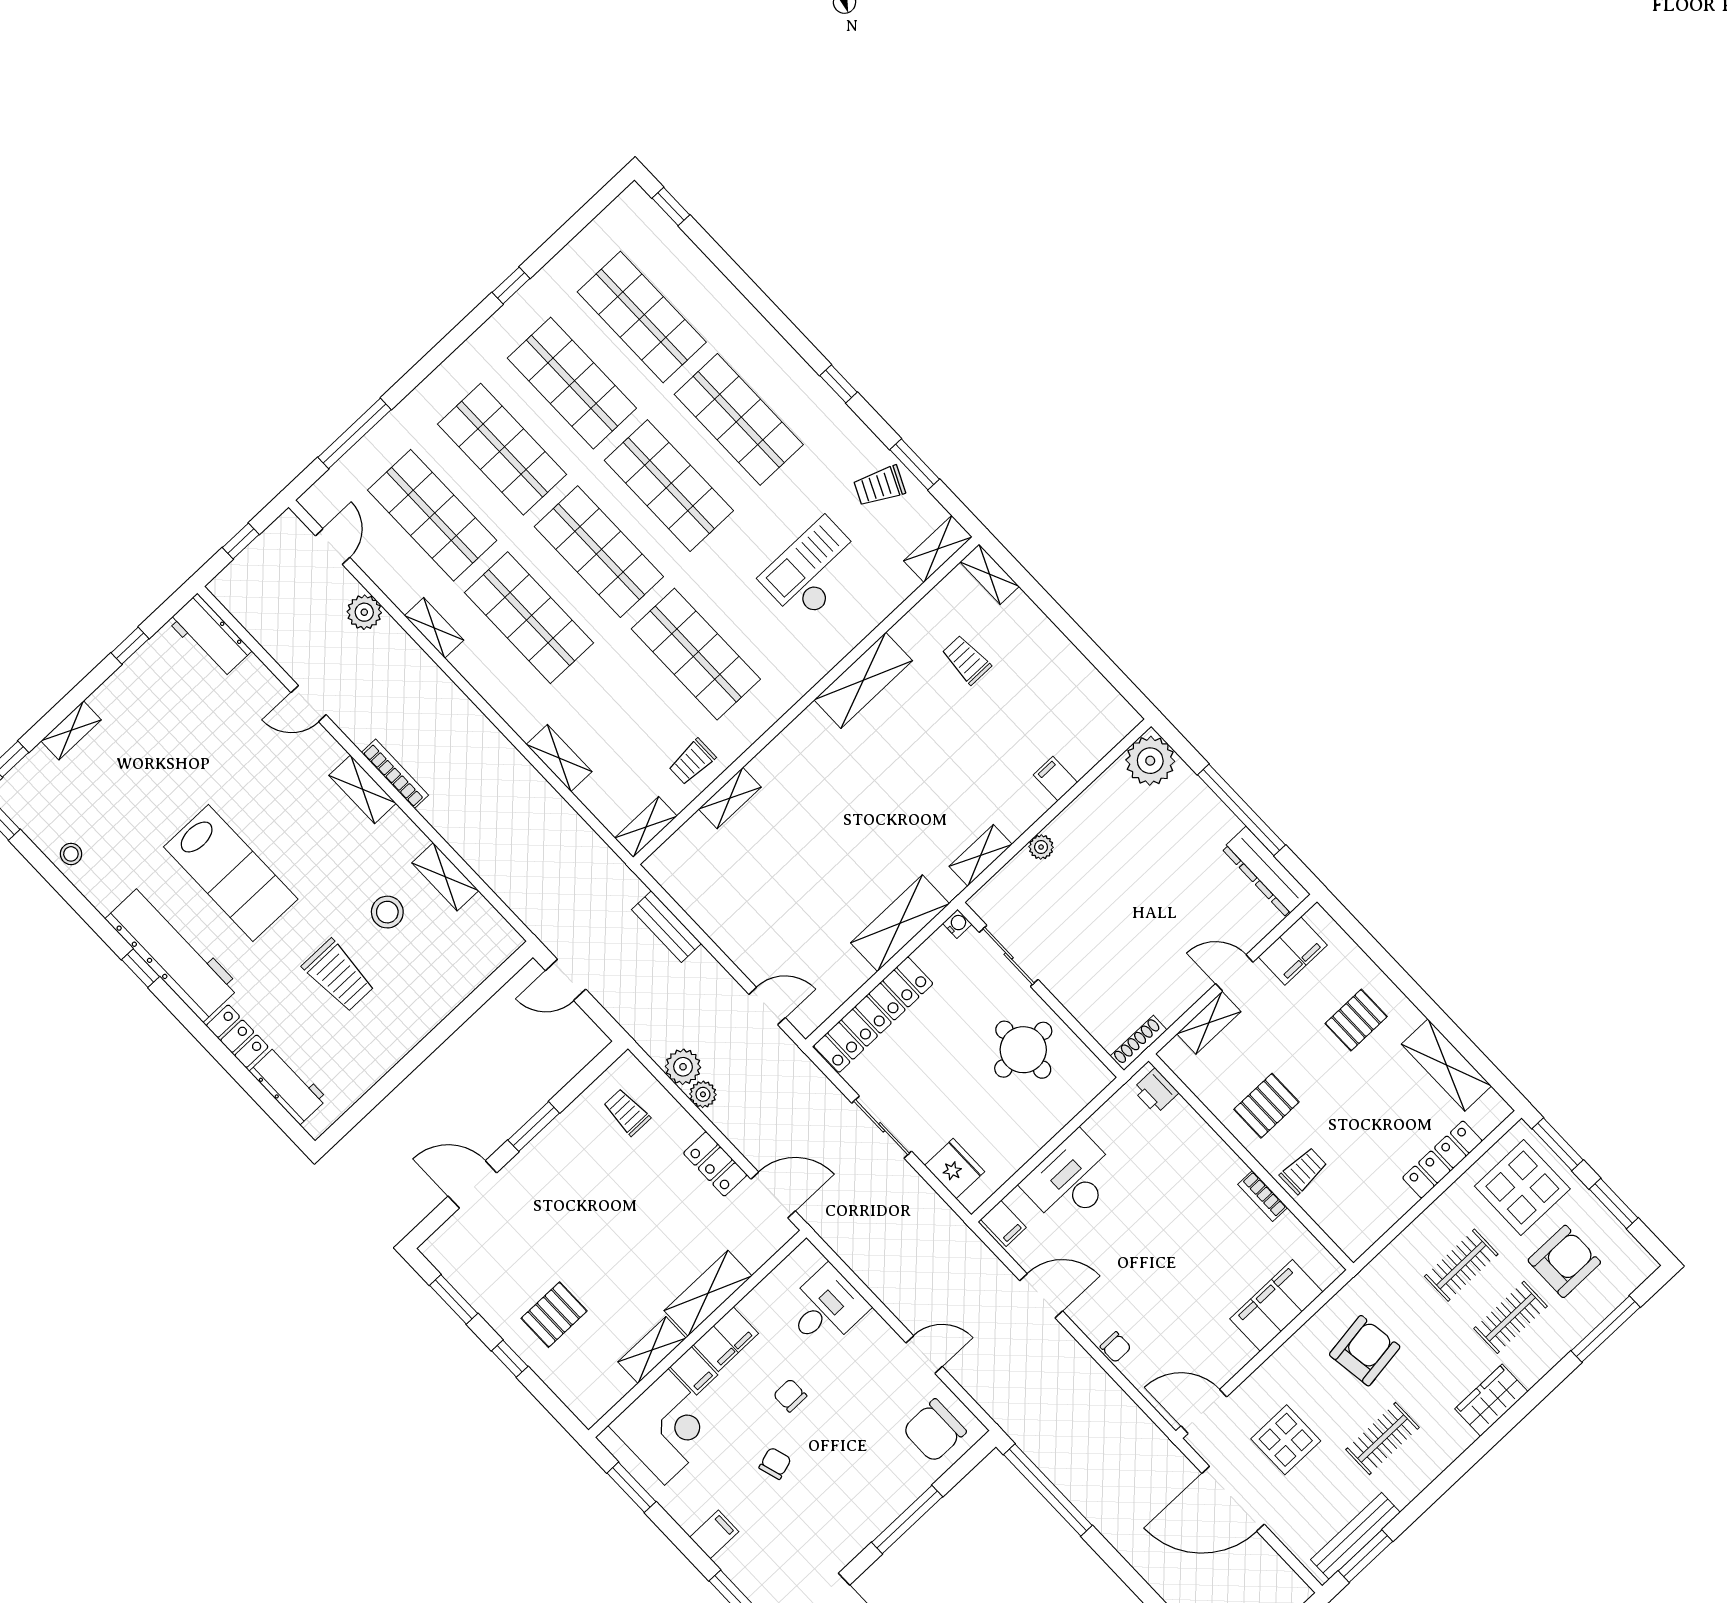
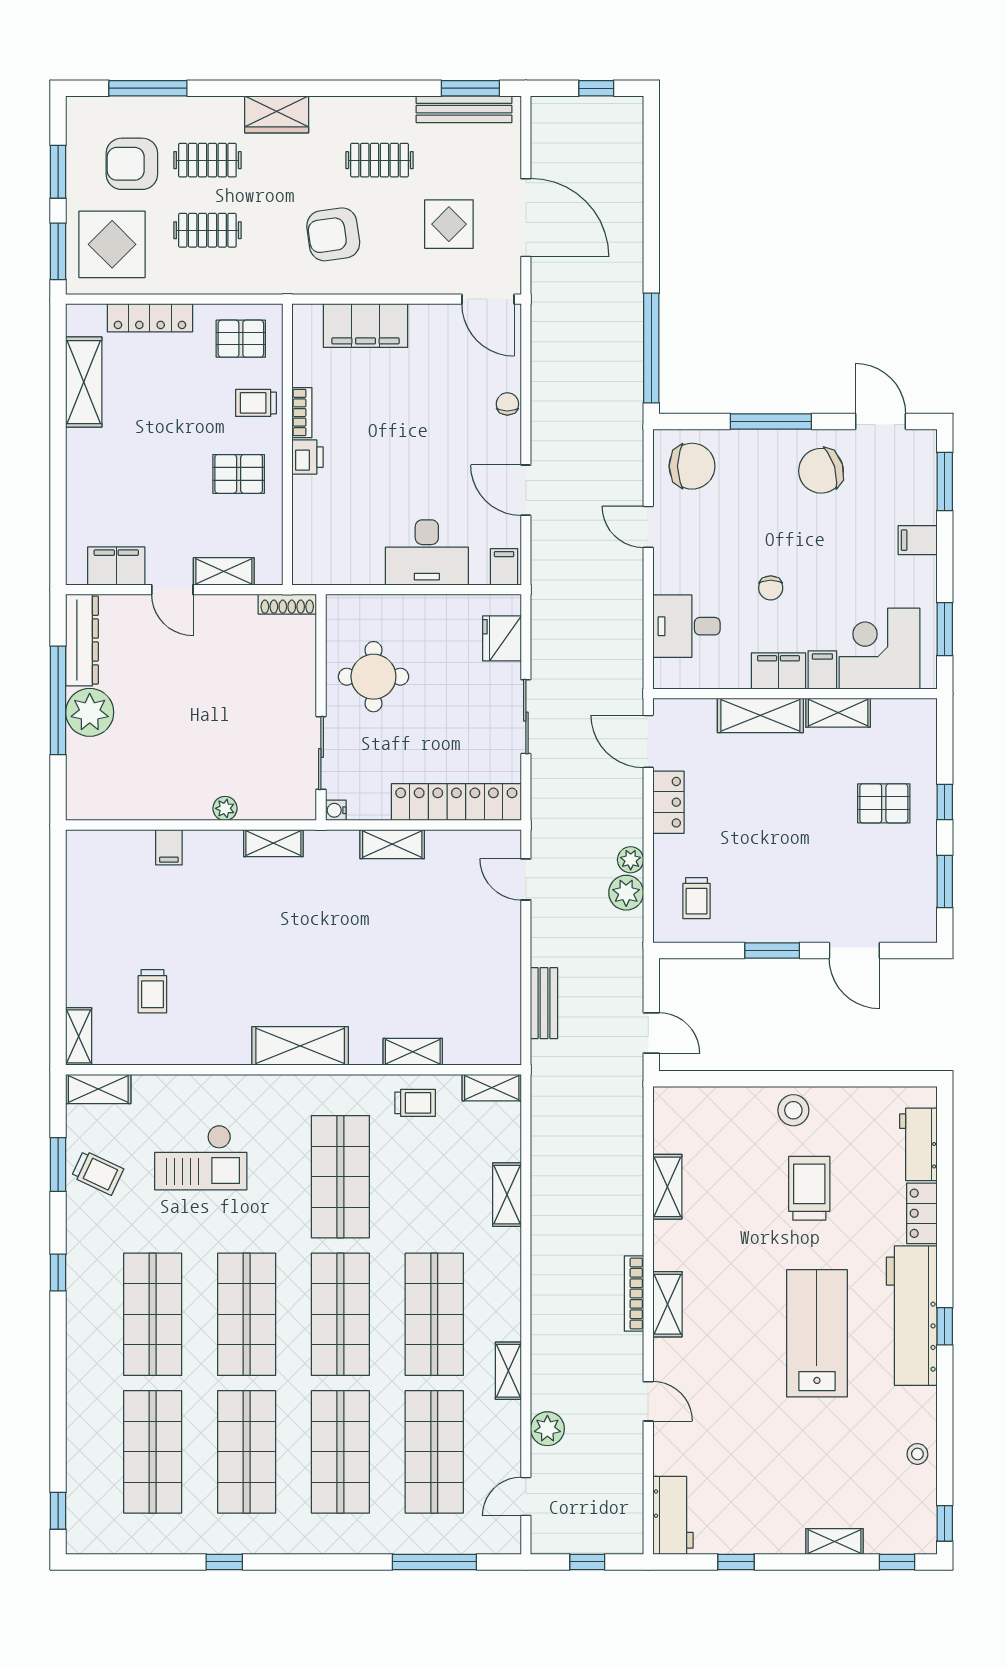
shelving: (863, 680) -> (300, 1046), moved
plant: (1150, 761) -> (90, 712), moved
stool: (387, 912) -> (793, 1110), moved
shelving: (900, 923) -> (392, 844), width x0.67, depth x0.75
pallet: (1356, 1020) -> (241, 339), moved
printer: (1156, 1091) -> (307, 457), moved
chair: (775, 1463) -> (821, 471), moved, width x1.87, depth x1.87

